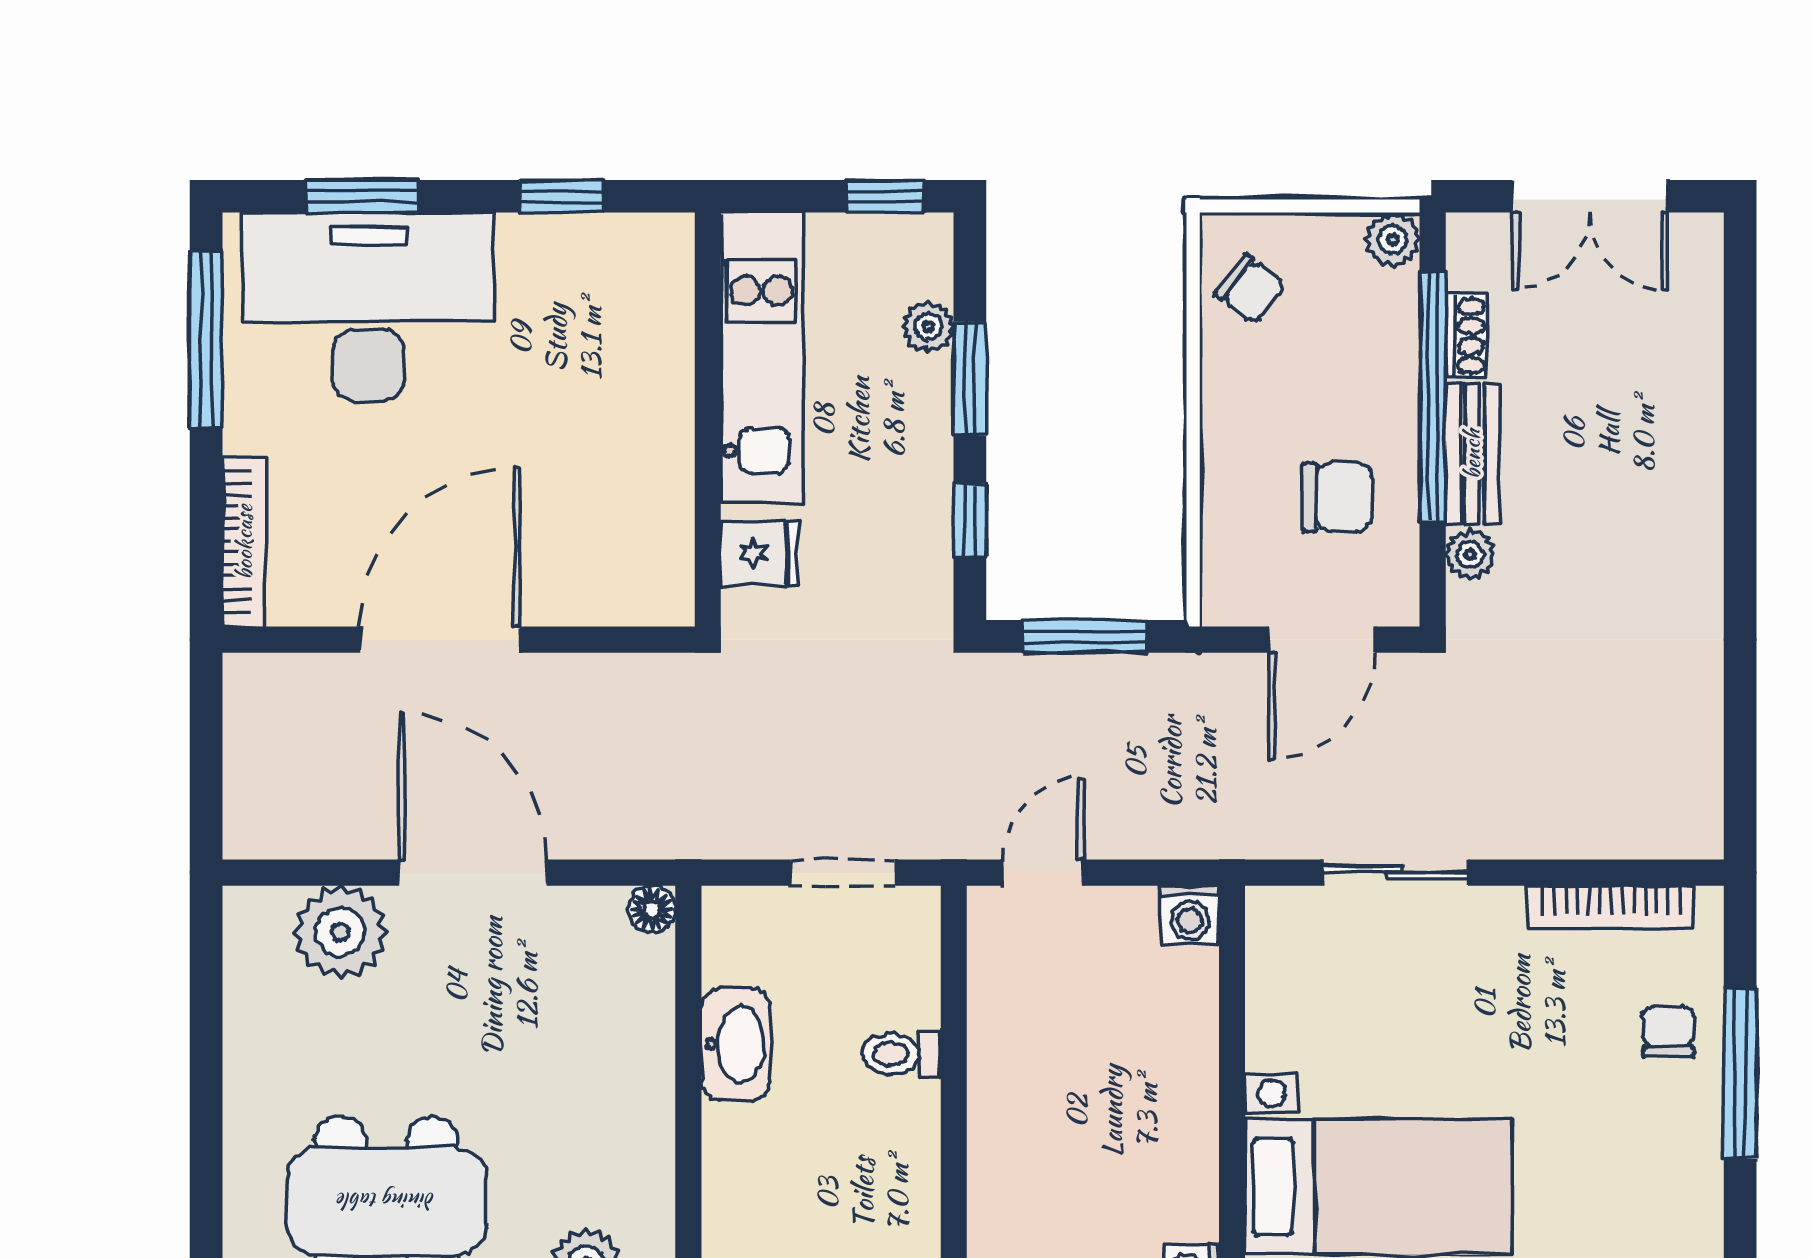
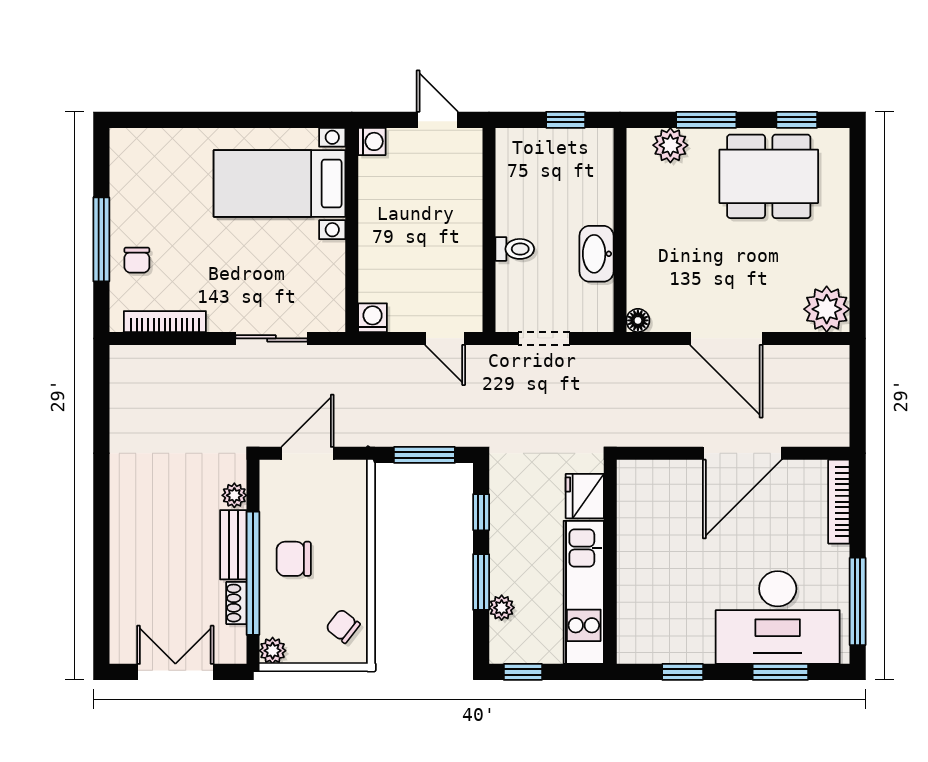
chair: (1337, 497) -> (294, 559), moved
fridge: (760, 553) -> (585, 496), width x1.38
door: (1043, 873) -> (445, 338), hinge flipped
plant: (341, 932) -> (827, 309), moved

